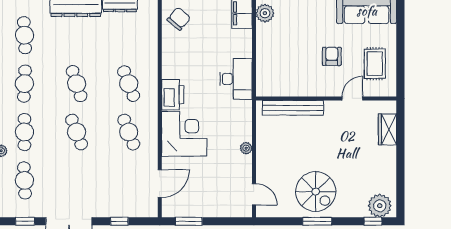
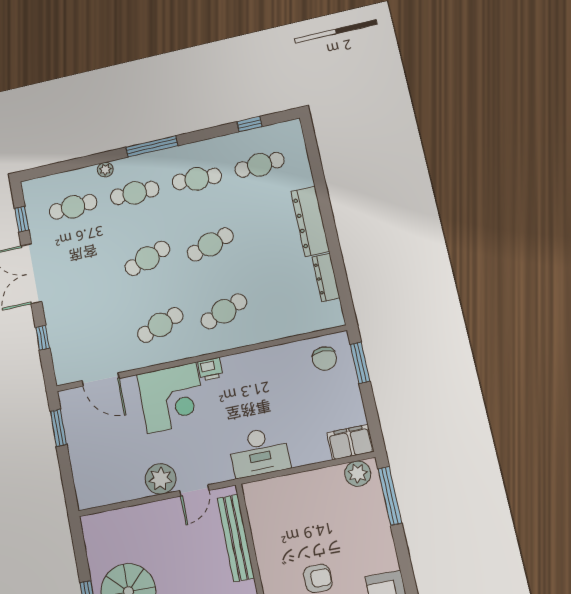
chair: (179, 19) -> (324, 359), turned 50
printer: (173, 95) -> (210, 369), width x0.53, depth x0.68
plant: (246, 148) -> (161, 479), width x1.87, depth x1.87
door: (254, 194) -> (194, 491), moved

